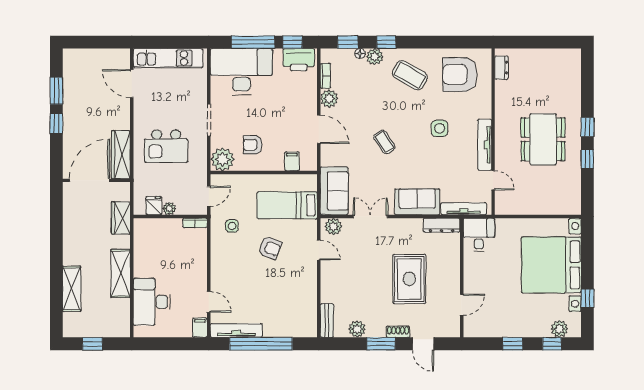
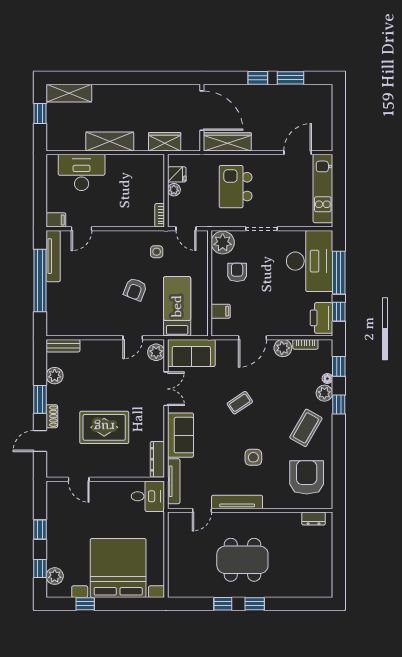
shelving: (72, 289) -> (69, 93), moved

